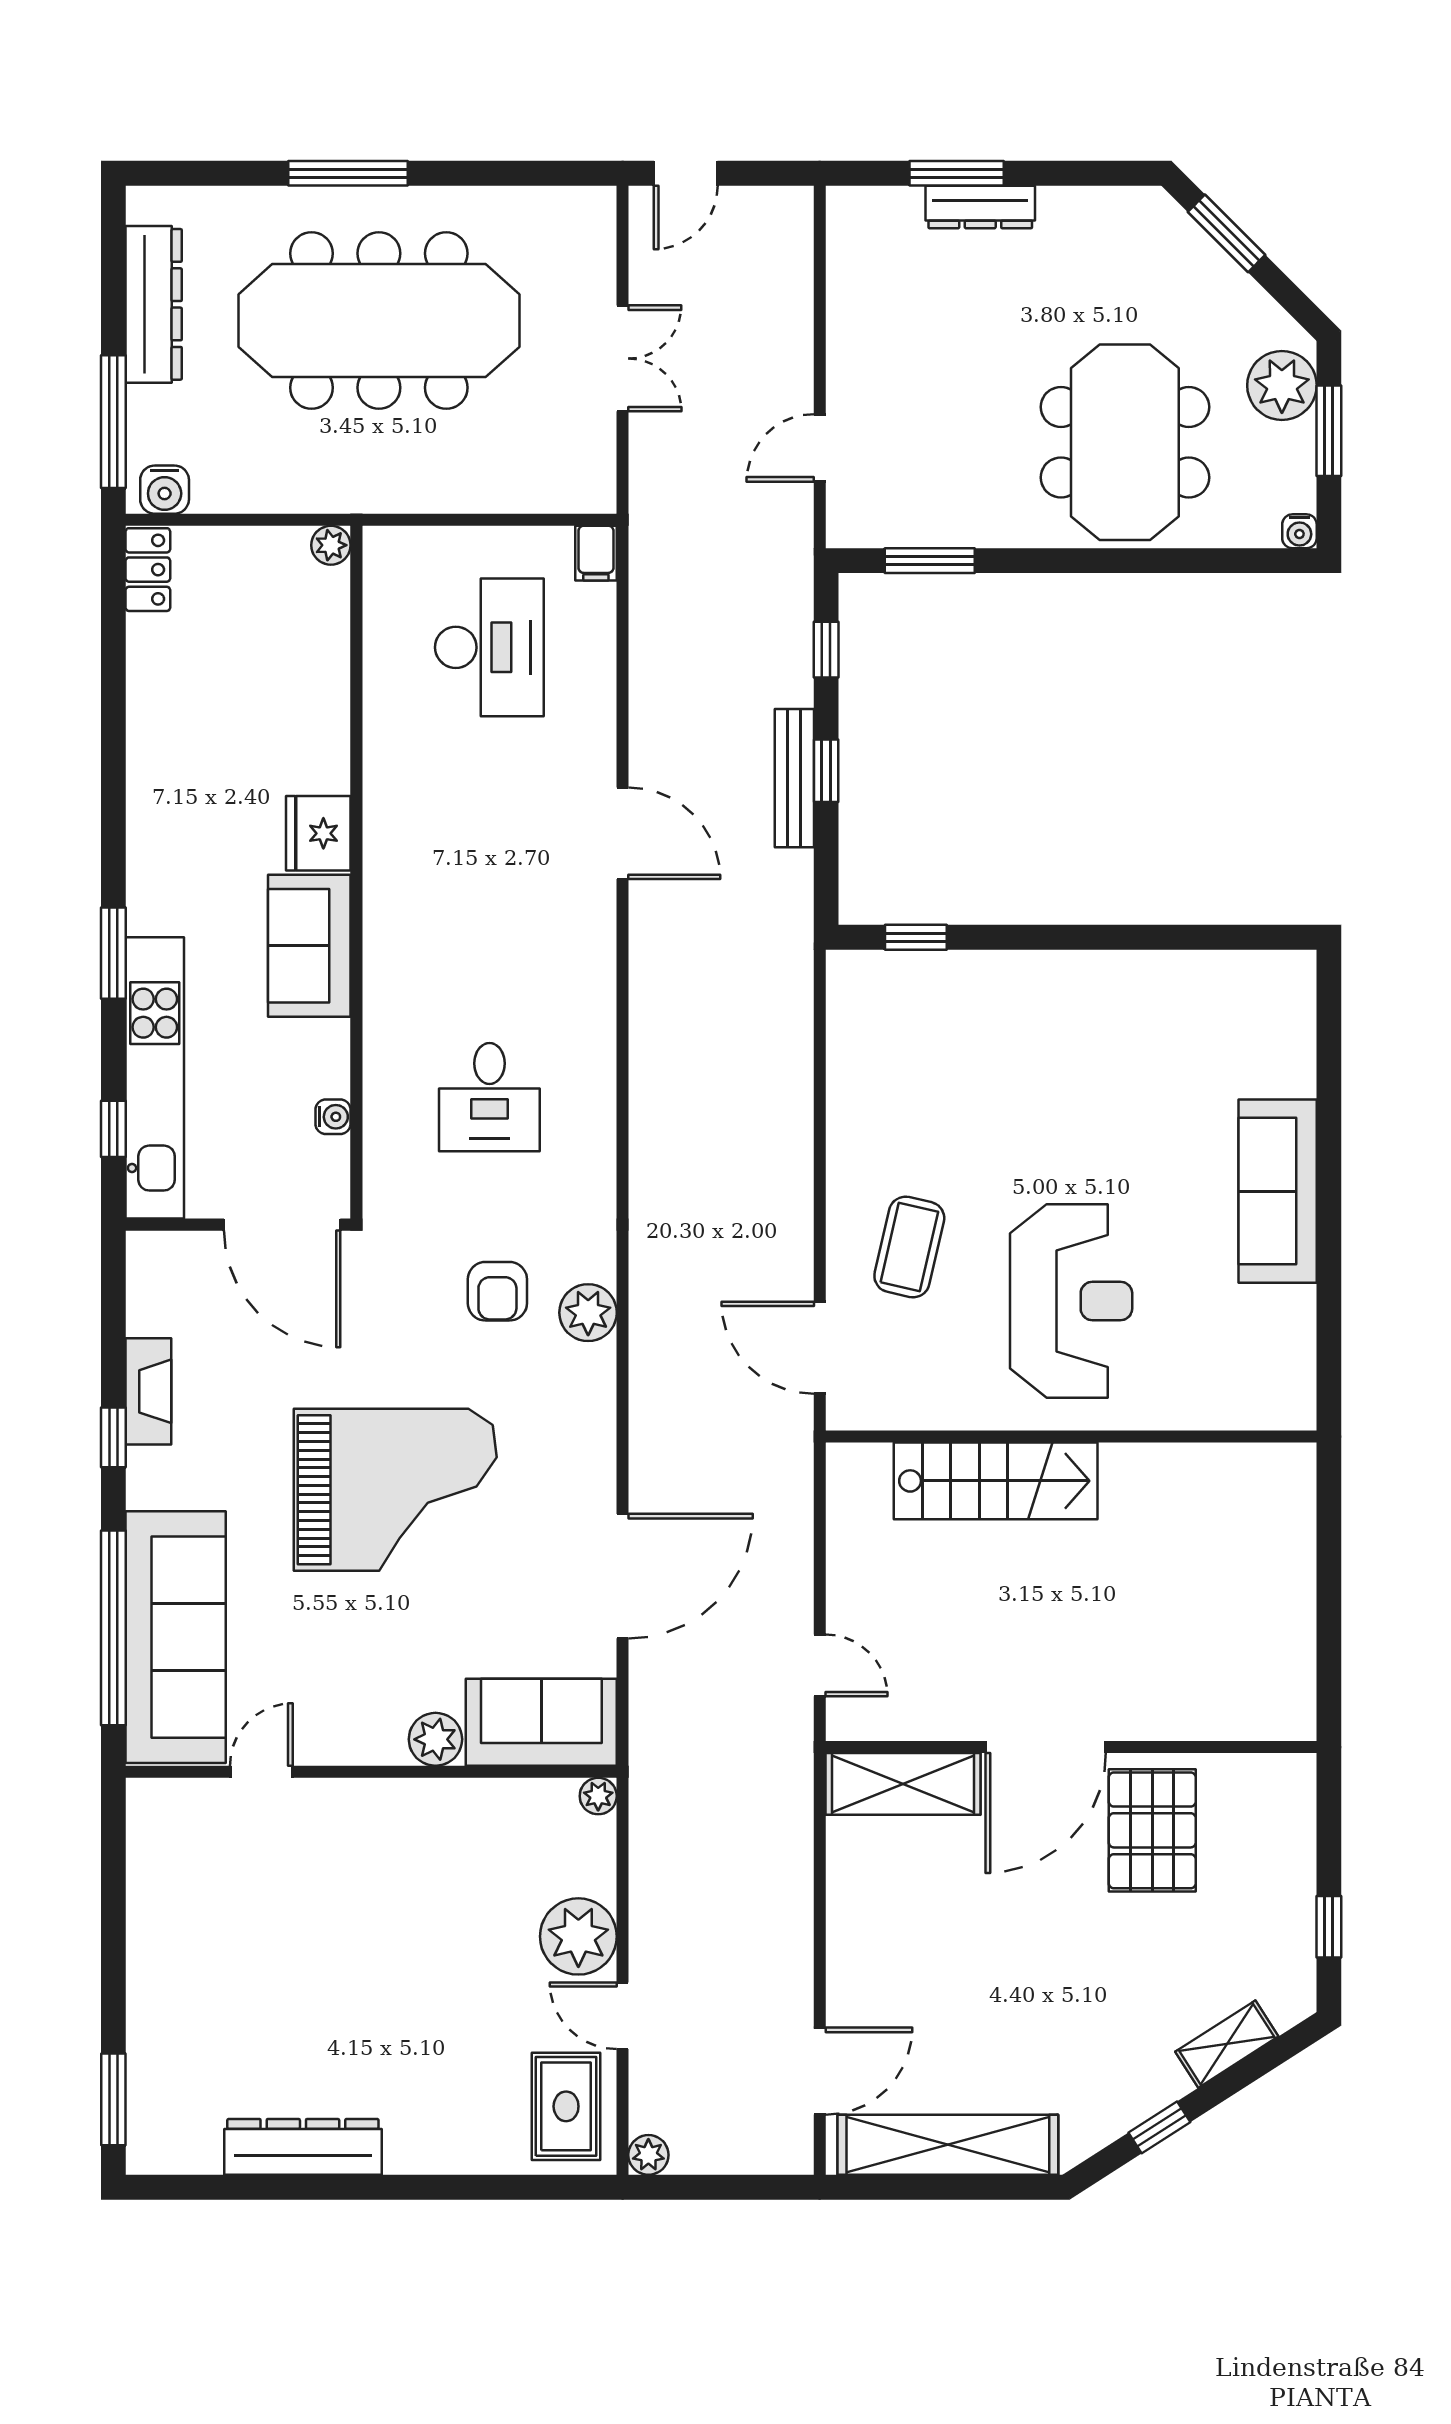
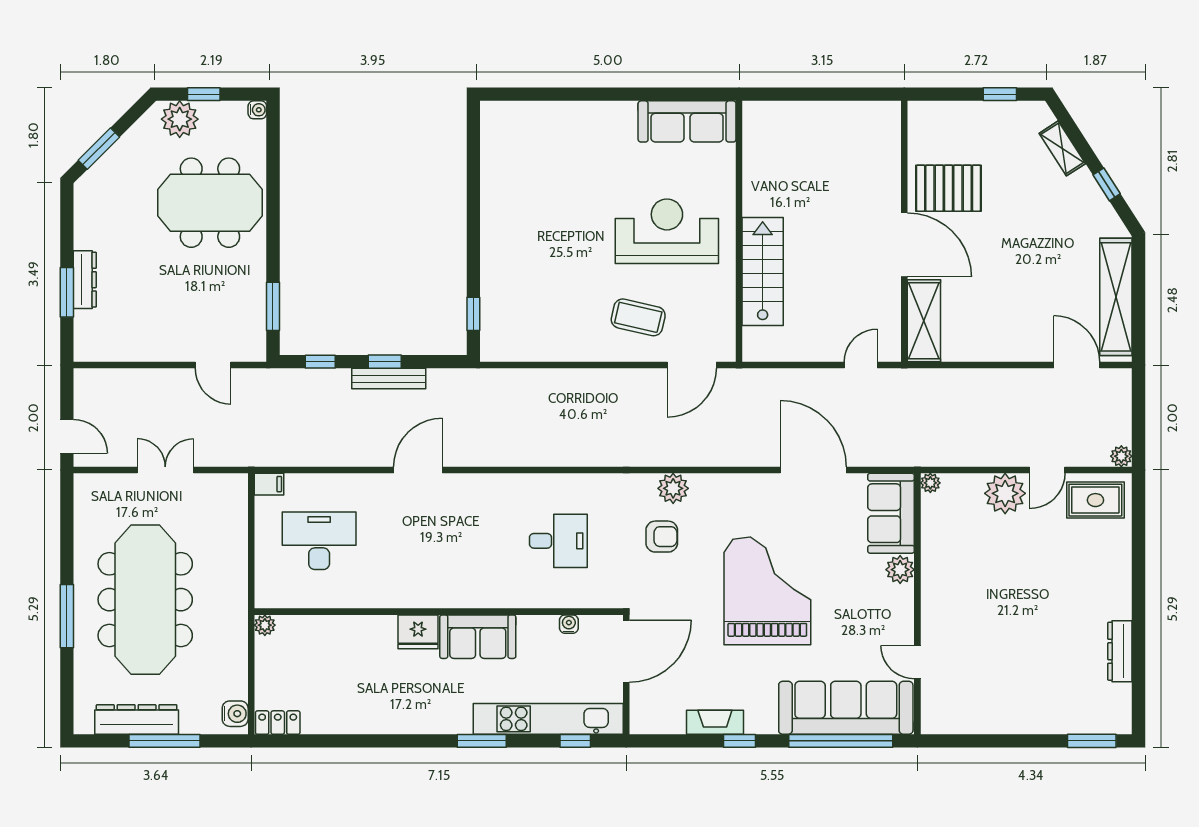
window: (113, 422) -> (165, 741), moved
window: (1329, 431) -> (204, 94), width x0.67
sofa: (1278, 1191) -> (687, 121), moved
dresser: (303, 2147) -> (1120, 651), width x0.73, depth x0.80

